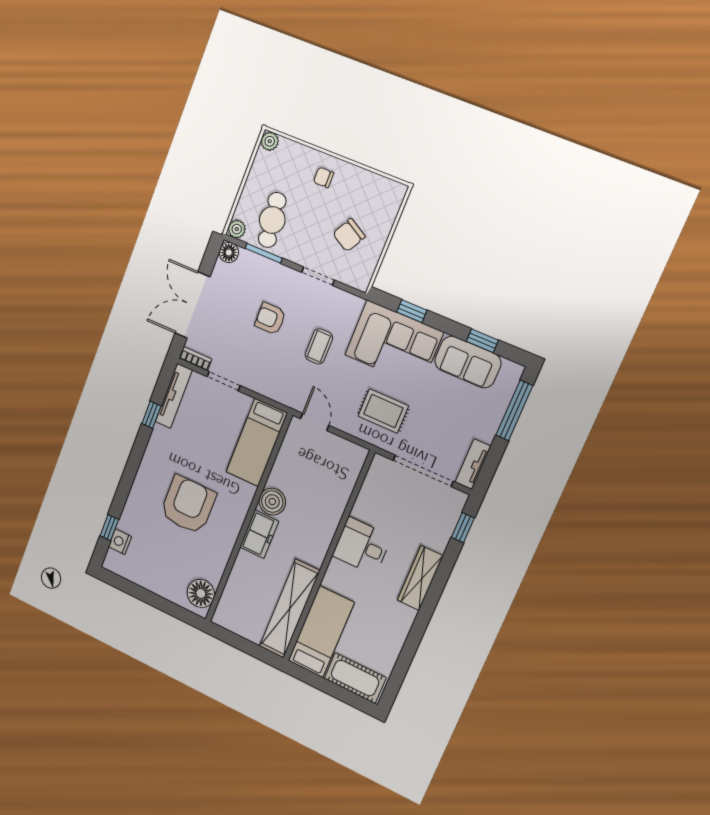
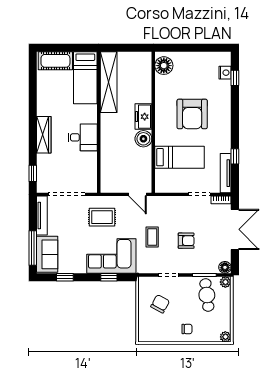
sofa: (468, 362) -> (47, 254), moved, turned 90
bed: (257, 443) -> (180, 157), moved, turned 90
tv unit: (473, 464) -> (42, 216), width x1.41

